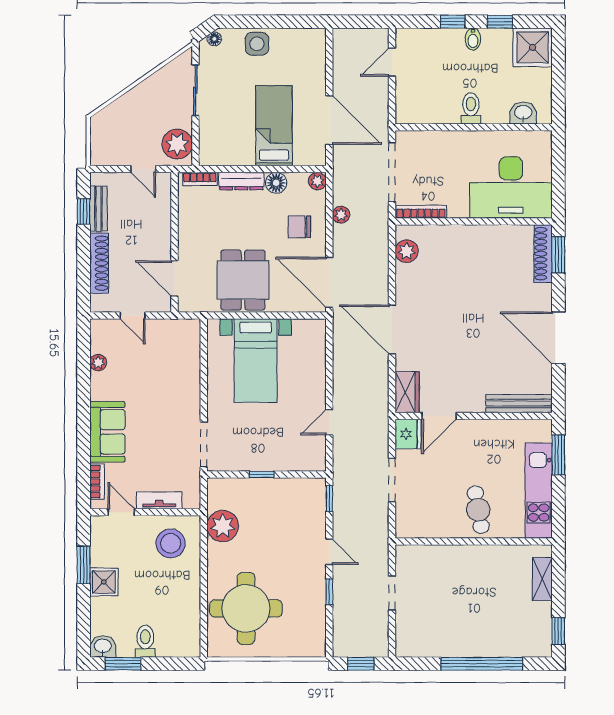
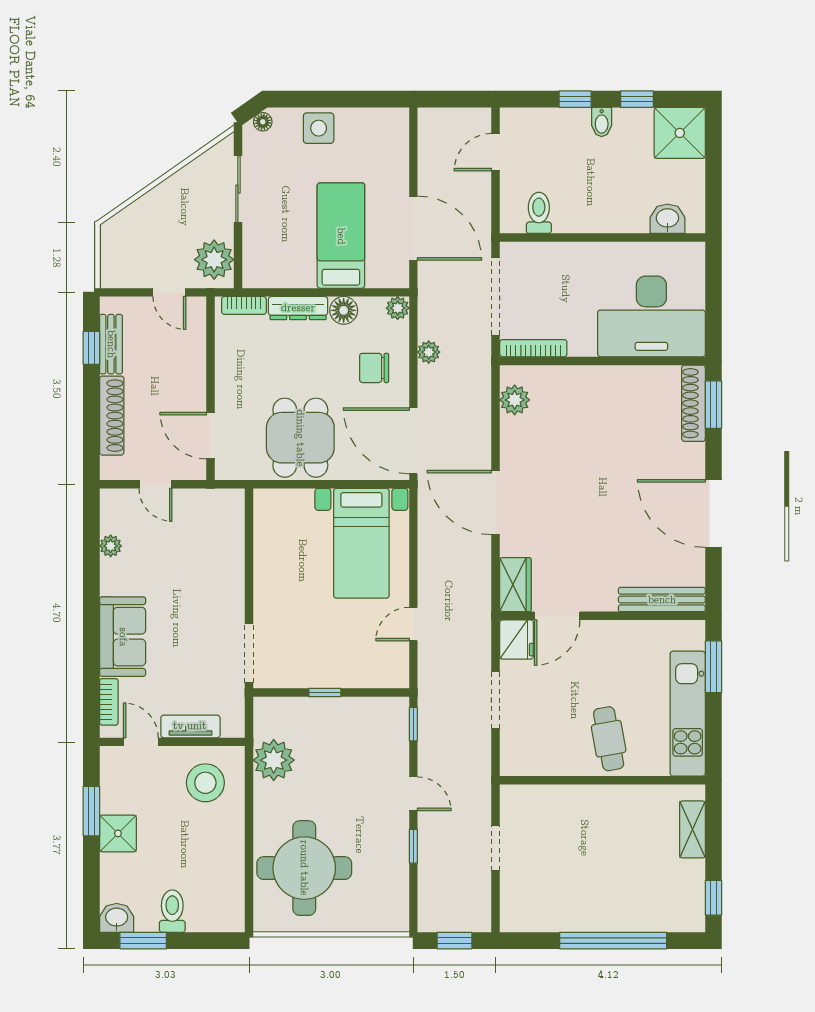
toilet: (471, 108) -> (539, 213), moved
bed with nightstands: (256, 361) -> (361, 543), moved

